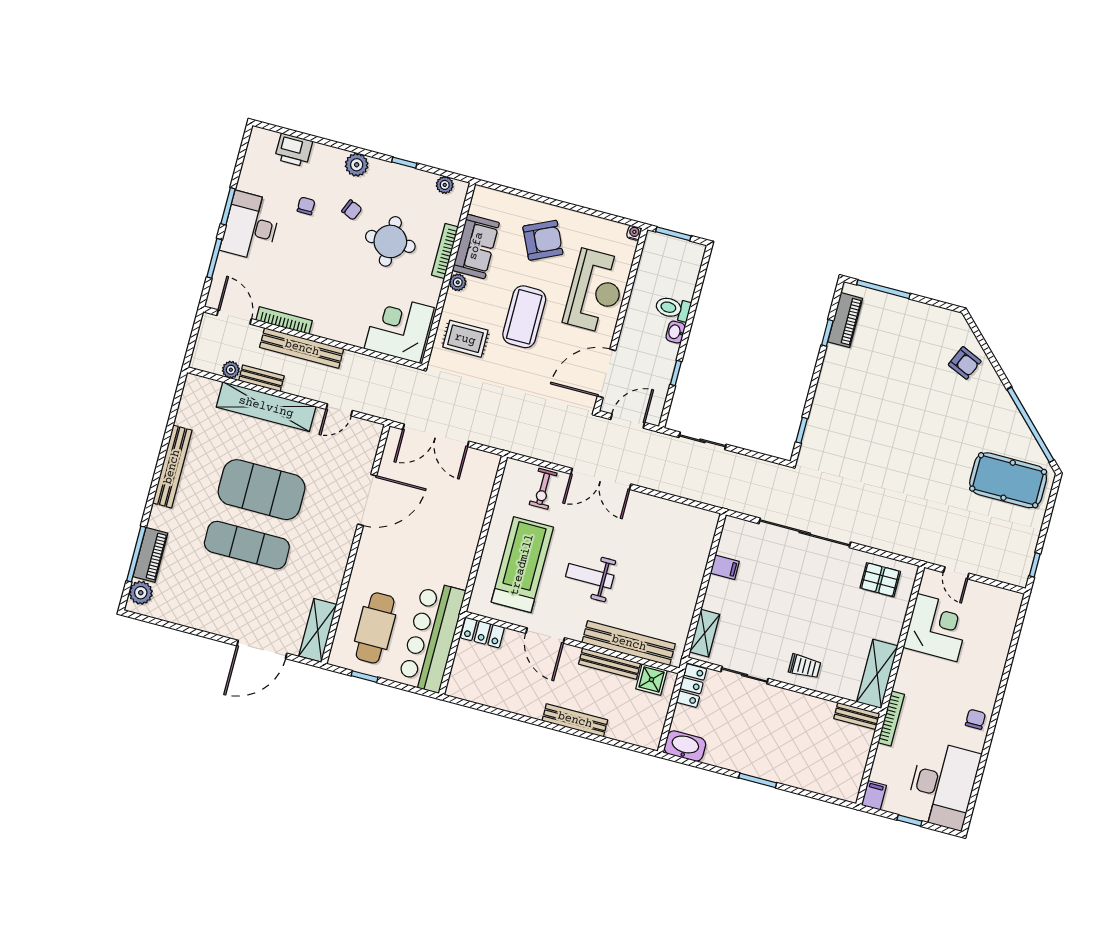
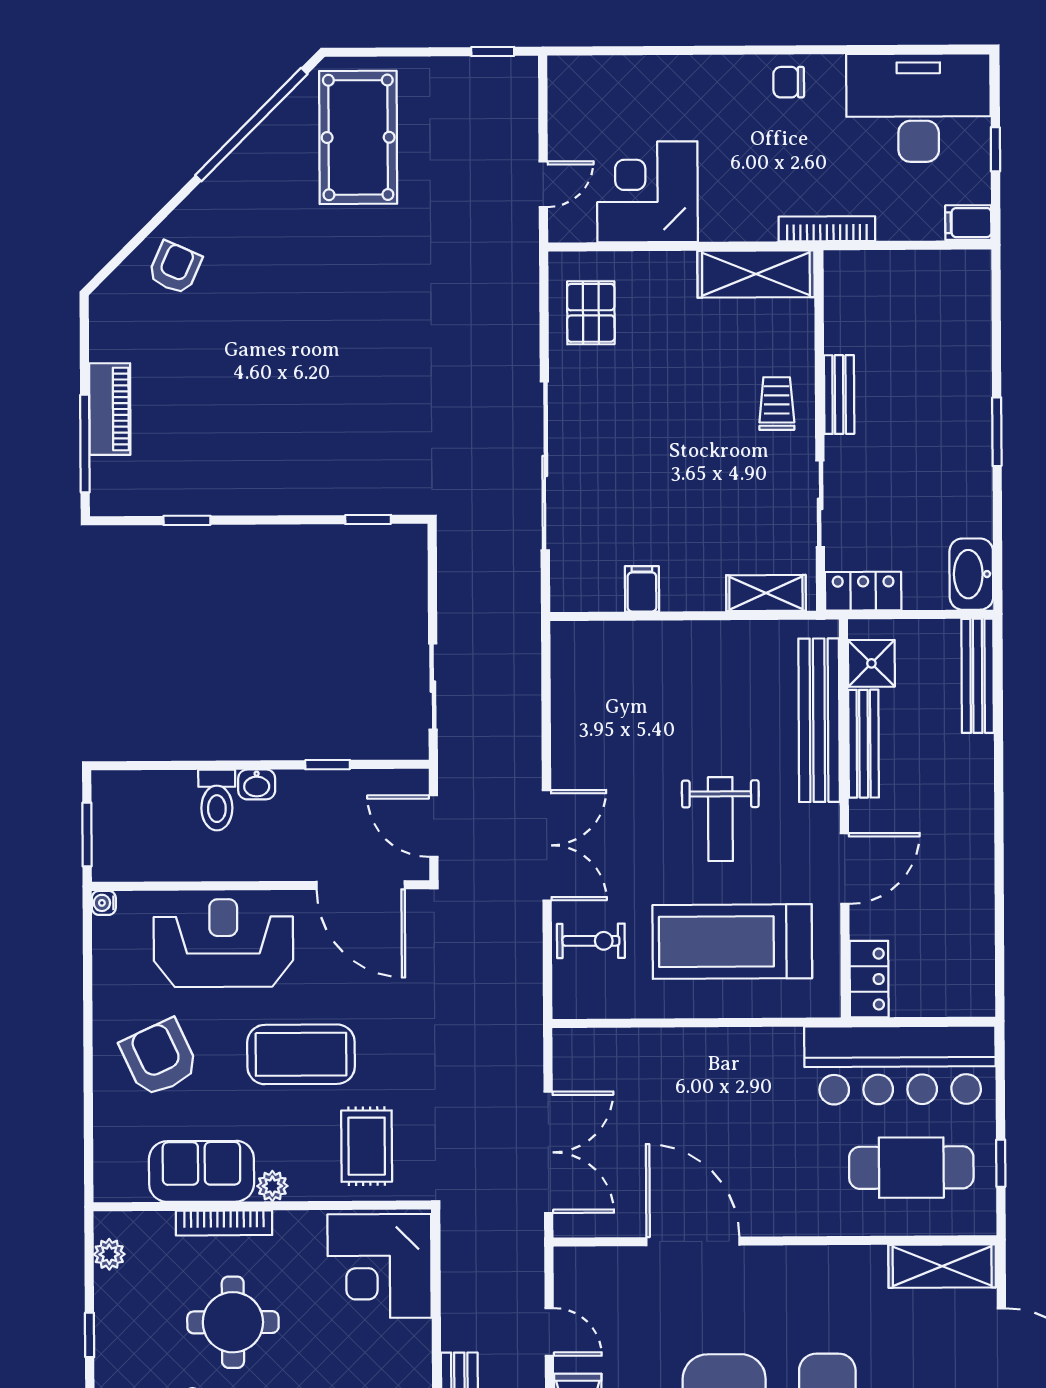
piano: (845, 320) -> (110, 409), moved, turned 90
bench: (857, 716) -> (839, 395), moved
bench: (575, 720) -> (978, 676), moved

